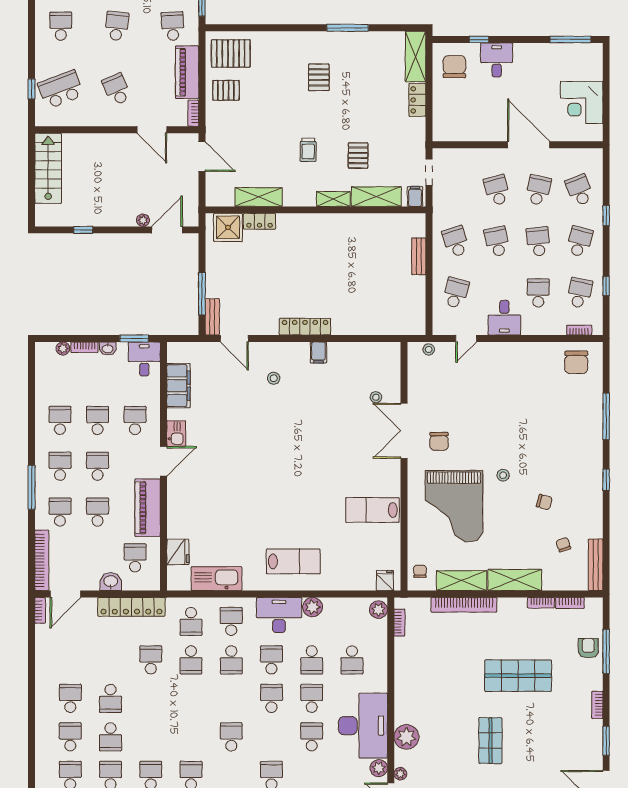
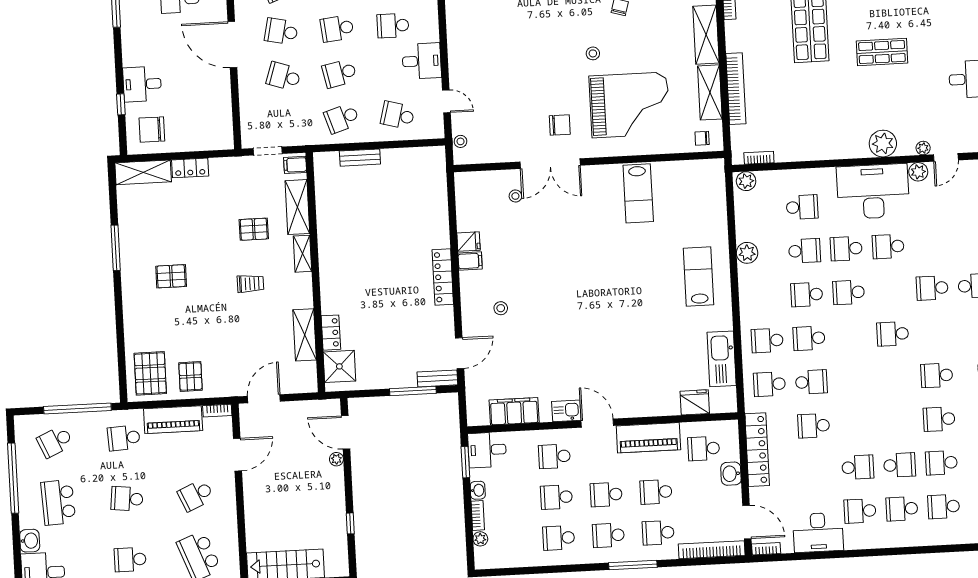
door: (529, 145) -> (232, 45), hinge flipped
school desk: (497, 190) -> (284, 76), turned 33
fridge: (385, 580) -> (469, 242), moved, turned 180
desk: (279, 615) -> (818, 532), moved, turned -90
school desk: (191, 621) -> (770, 384), turned 180
school desk: (231, 660) -> (809, 338), turned 180

